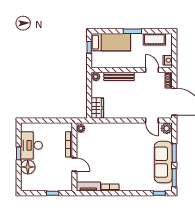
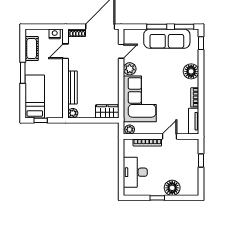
plant: (167, 128) -> (130, 69), moved
corner sofa: (109, 138) -> (140, 99), added
desk: (31, 145) -> (135, 172), moved, turned 90
floor lamp: (134, 184) -> (191, 71), added

